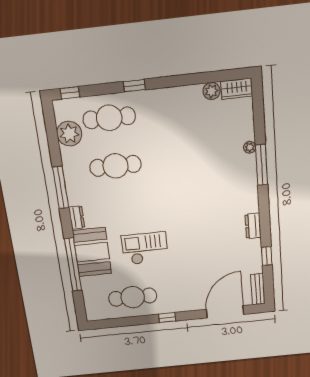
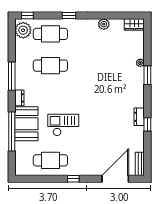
plant: (212, 91) -> (104, 24), moved
plant: (69, 134) -> (23, 30), moved
window: (262, 165) -> (147, 75), width x0.69
window: (267, 256) -> (147, 124), moved

